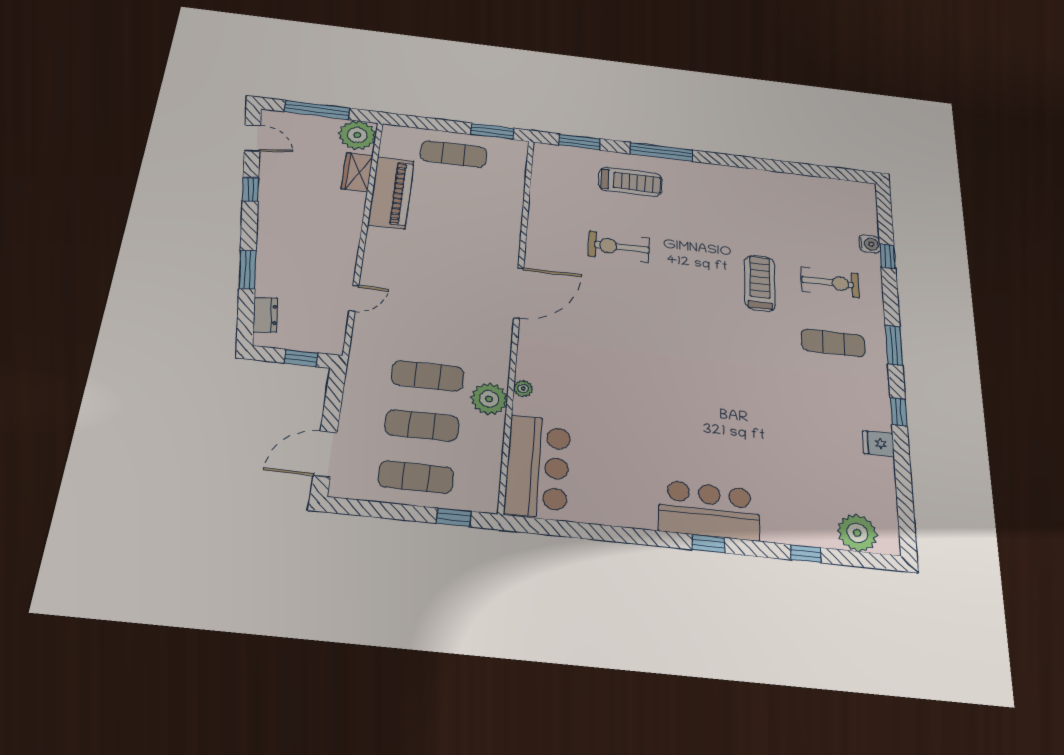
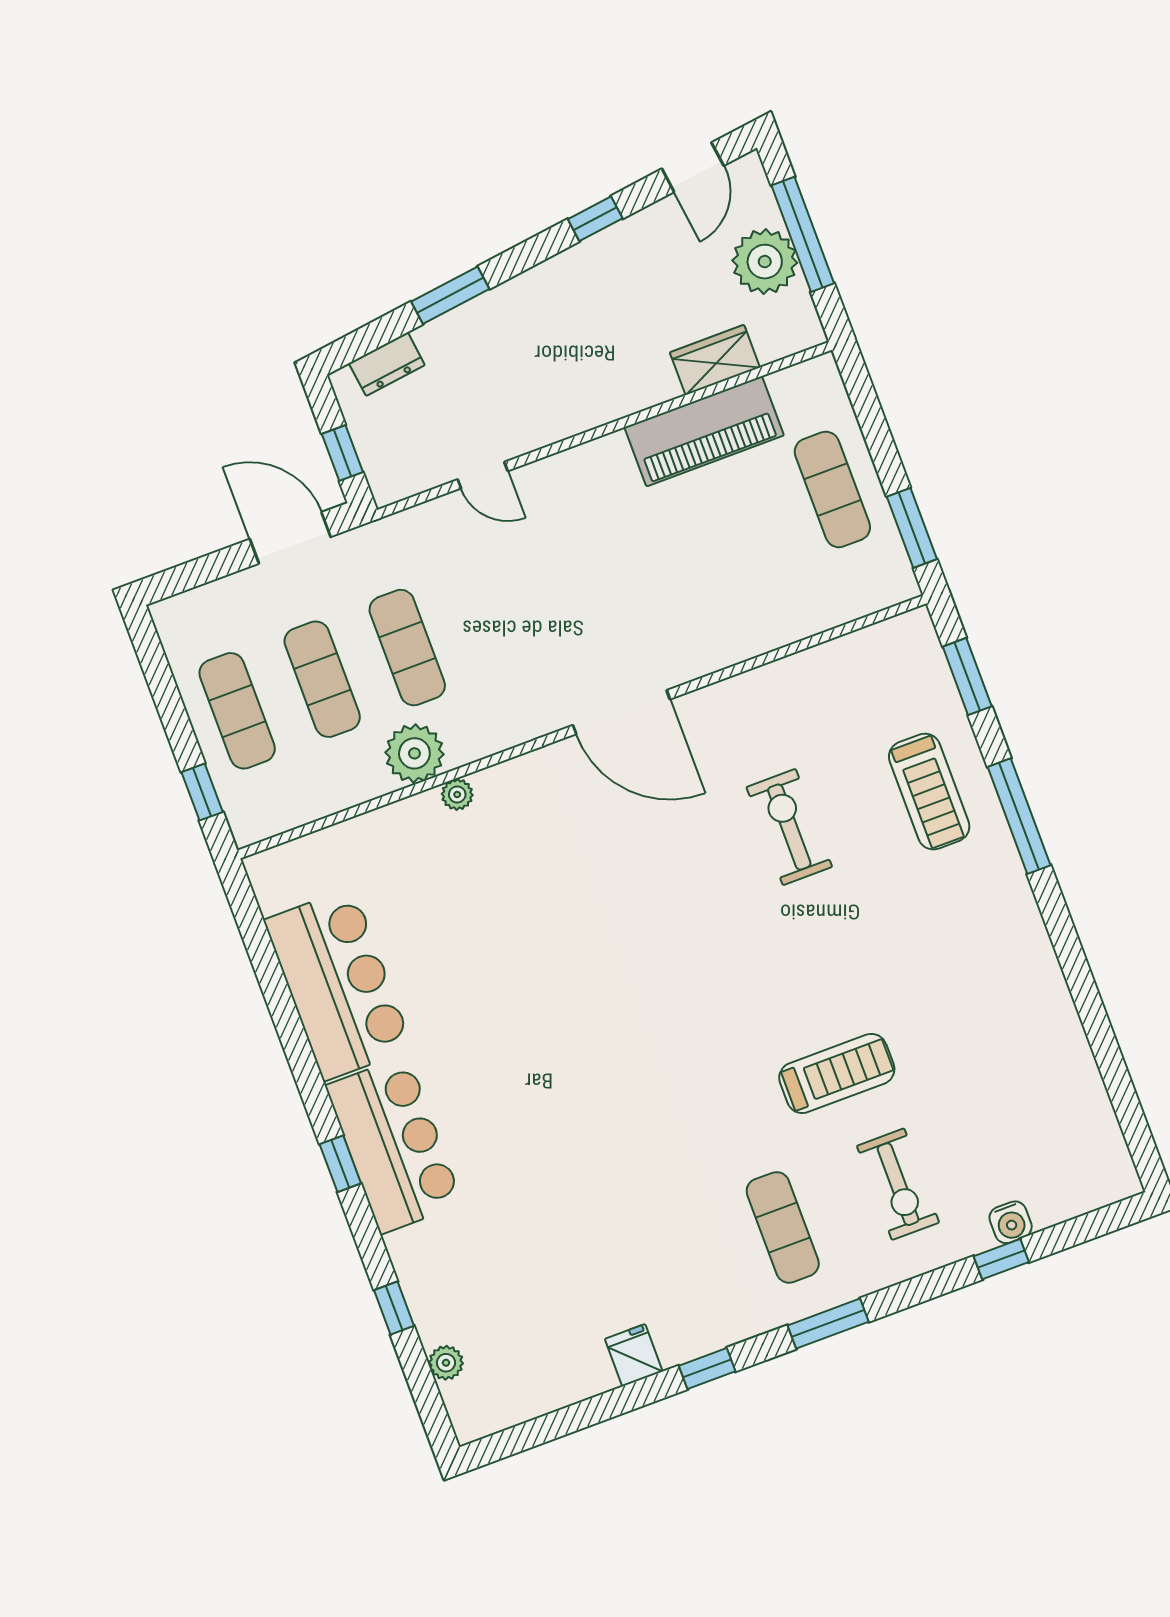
plant: (357, 135) -> (765, 262), moved
door: (325, 454) -> (290, 538), moved
bar counter: (538, 467) -> (338, 984), moved, turned -90
plant: (857, 533) -> (446, 1363), width x0.53, depth x0.53

